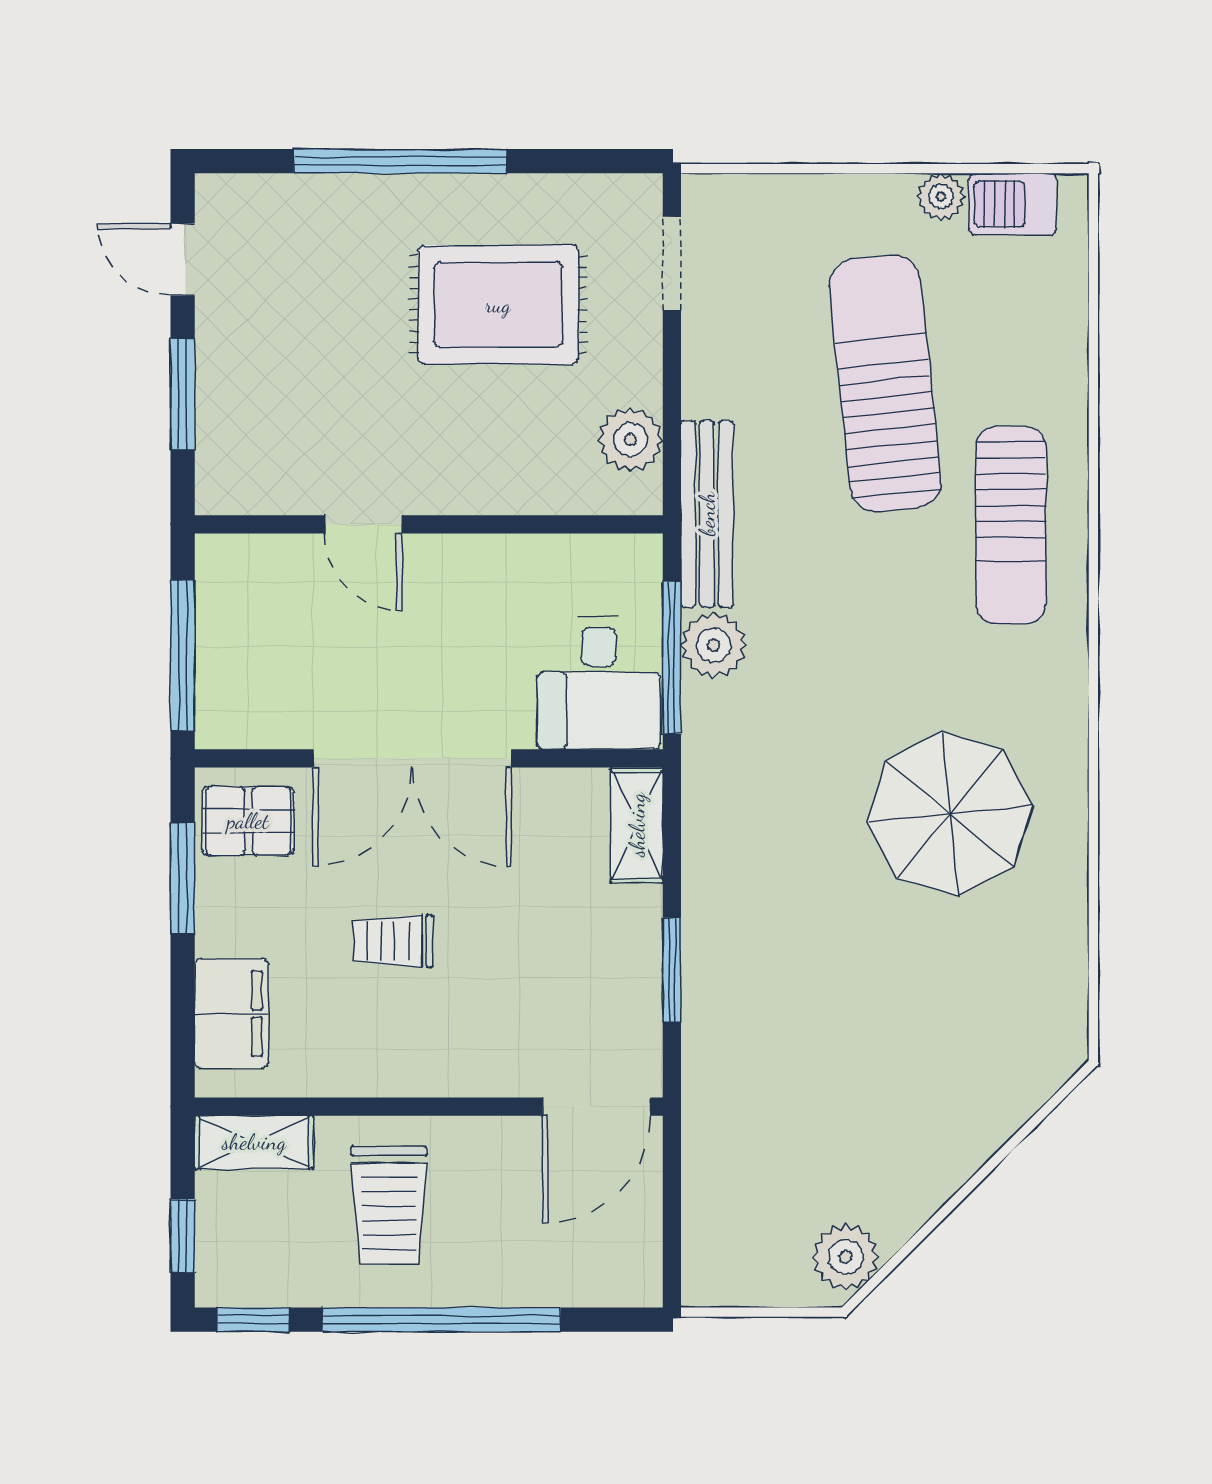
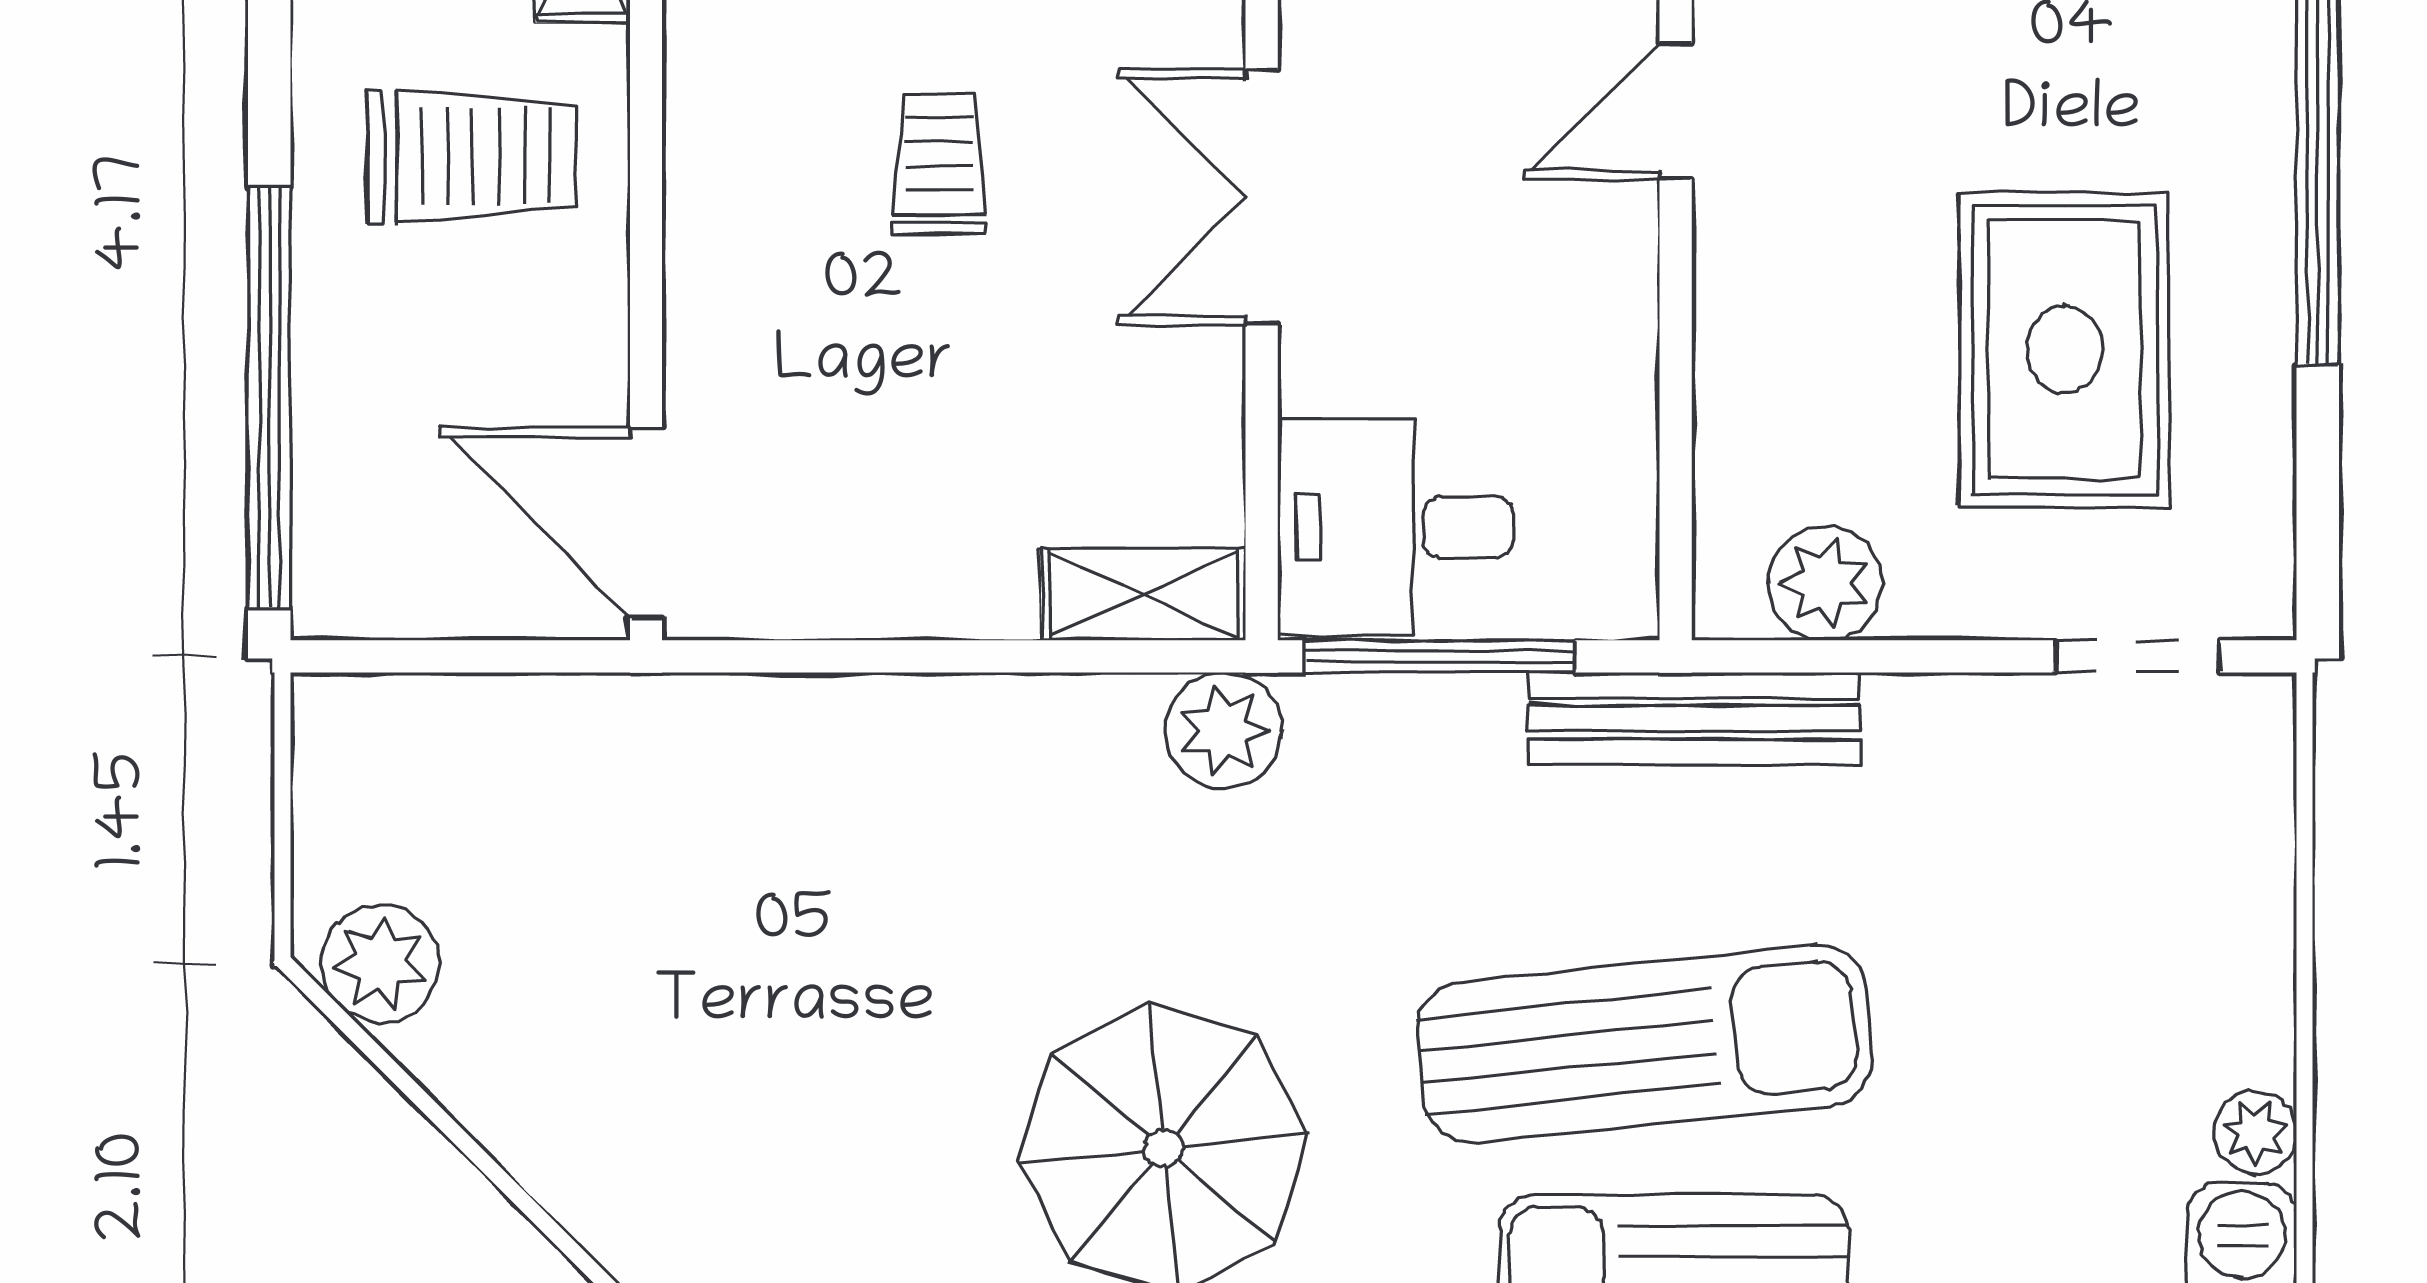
sun lounger: (885, 383) -> (1644, 1044), moved
plant: (714, 645) -> (1224, 730), moved
double door: (412, 758) -> (1262, 197), width x0.73
window: (672, 970) -> (887, 656), removed
trolley: (389, 1205) -> (472, 156), turned 180
window: (441, 1320) -> (269, 398), moved

